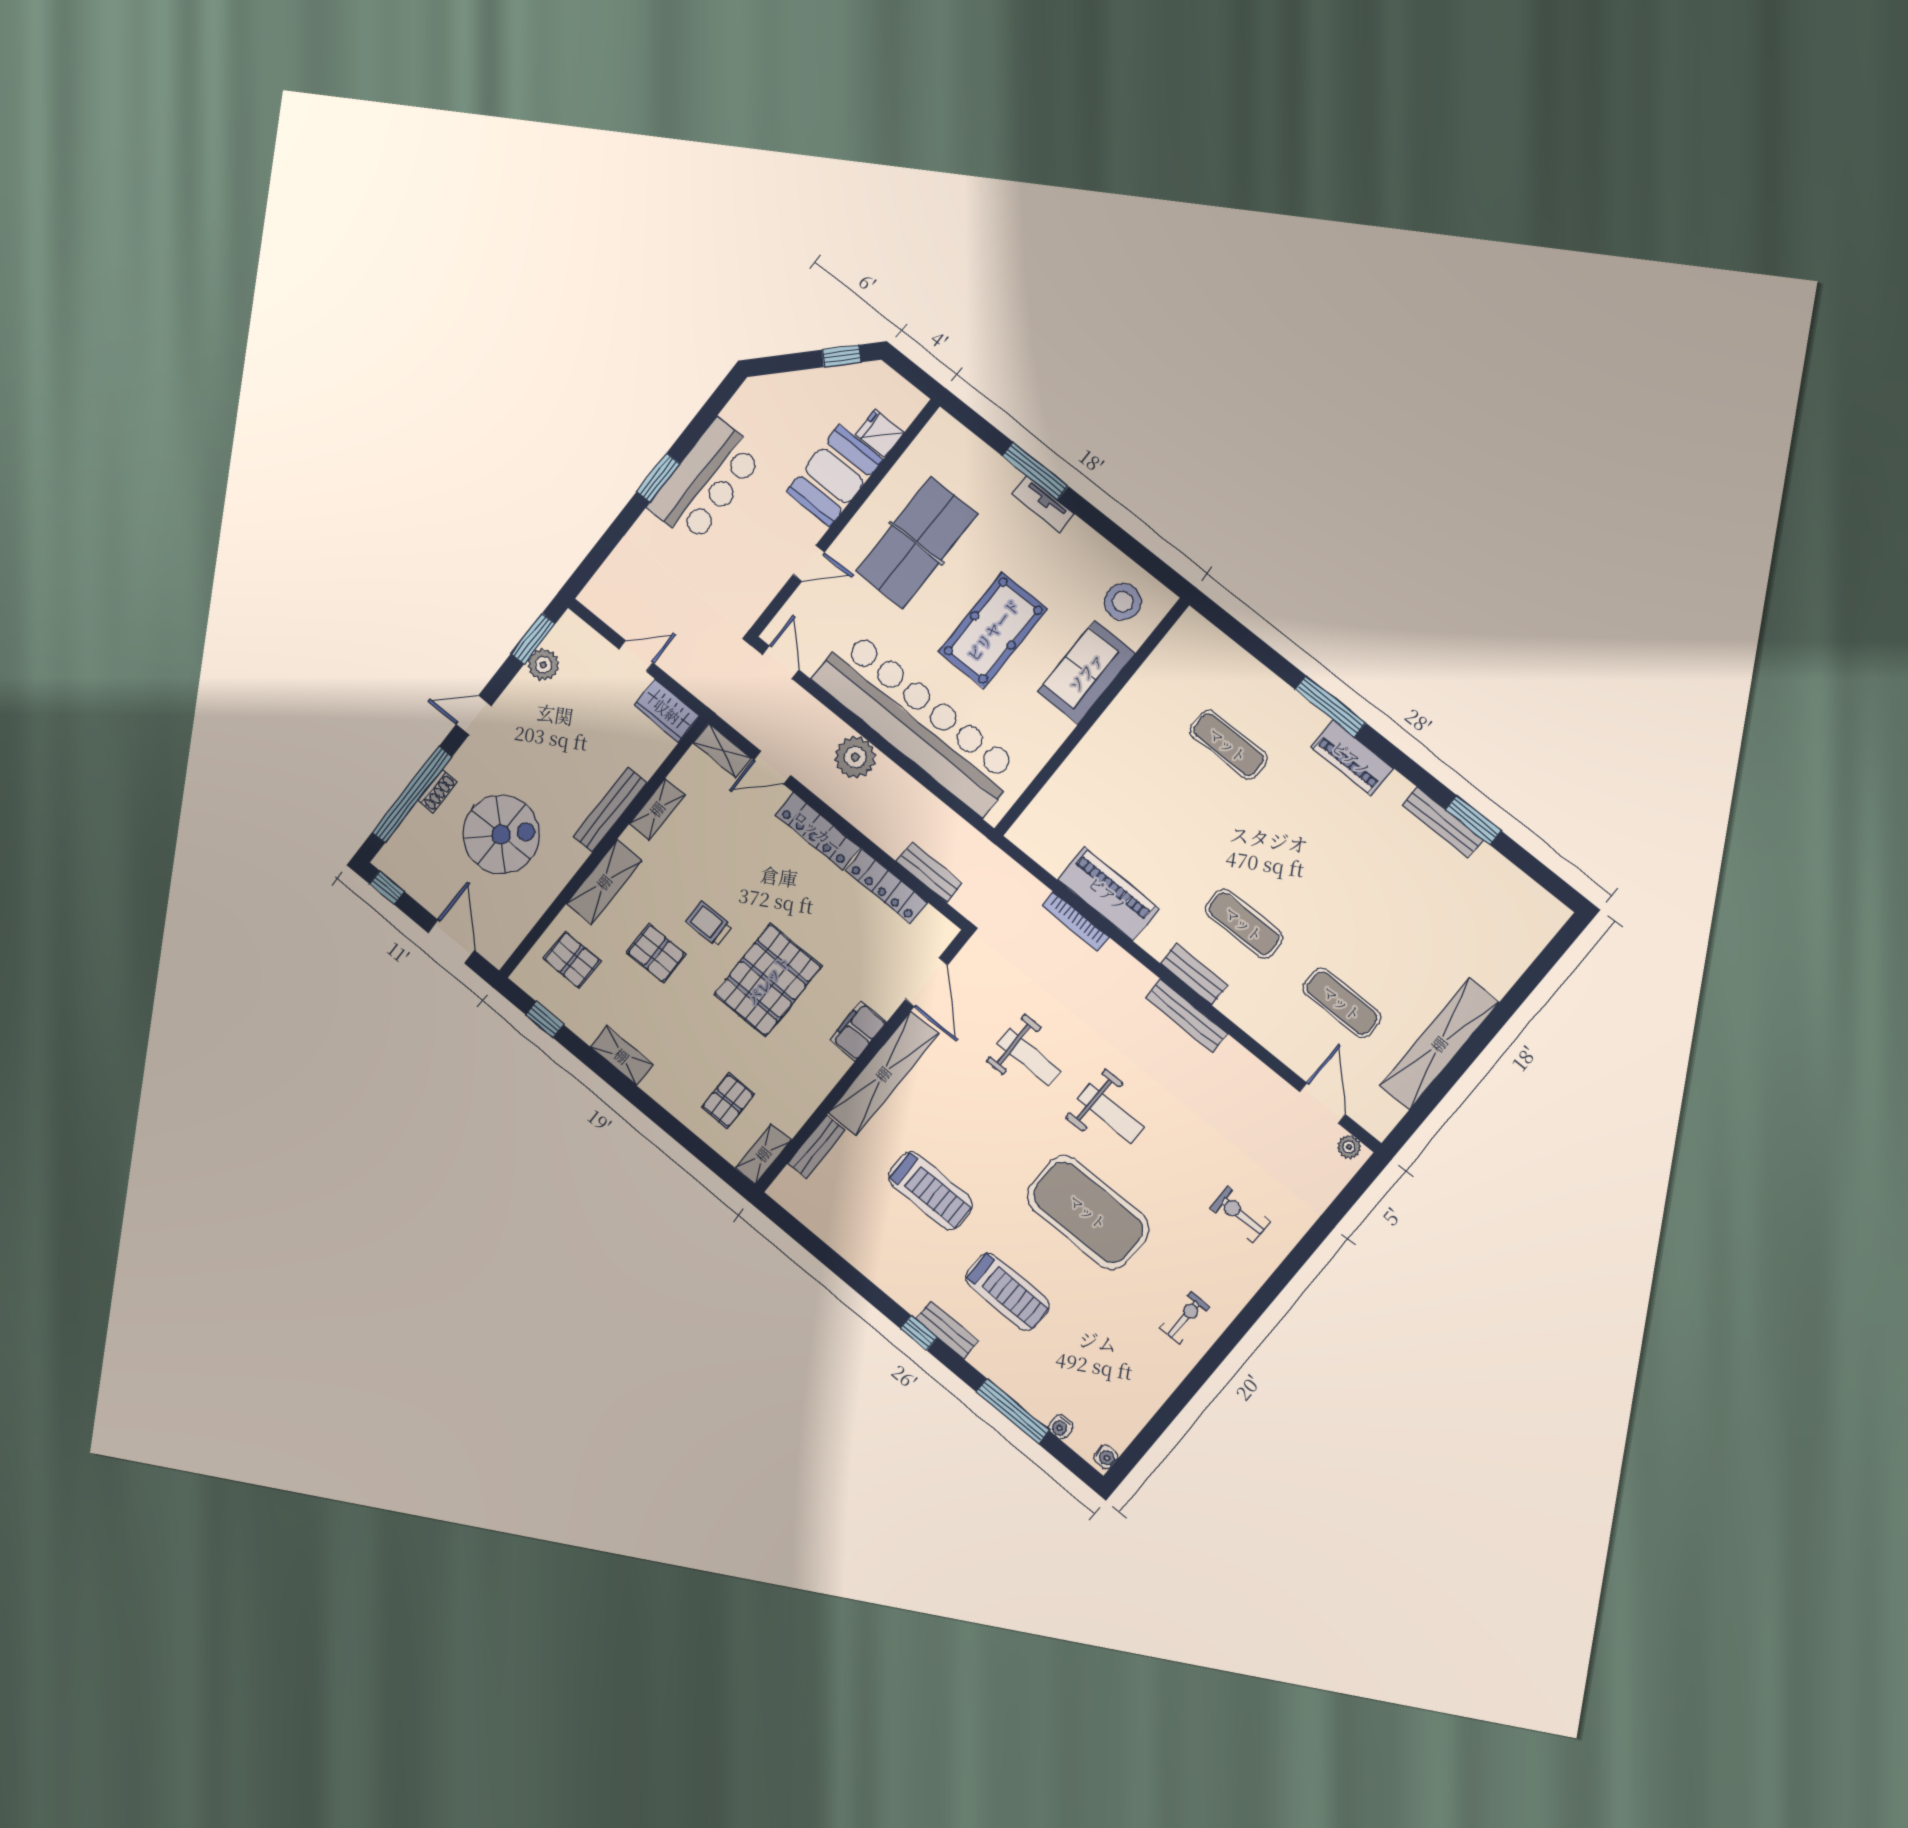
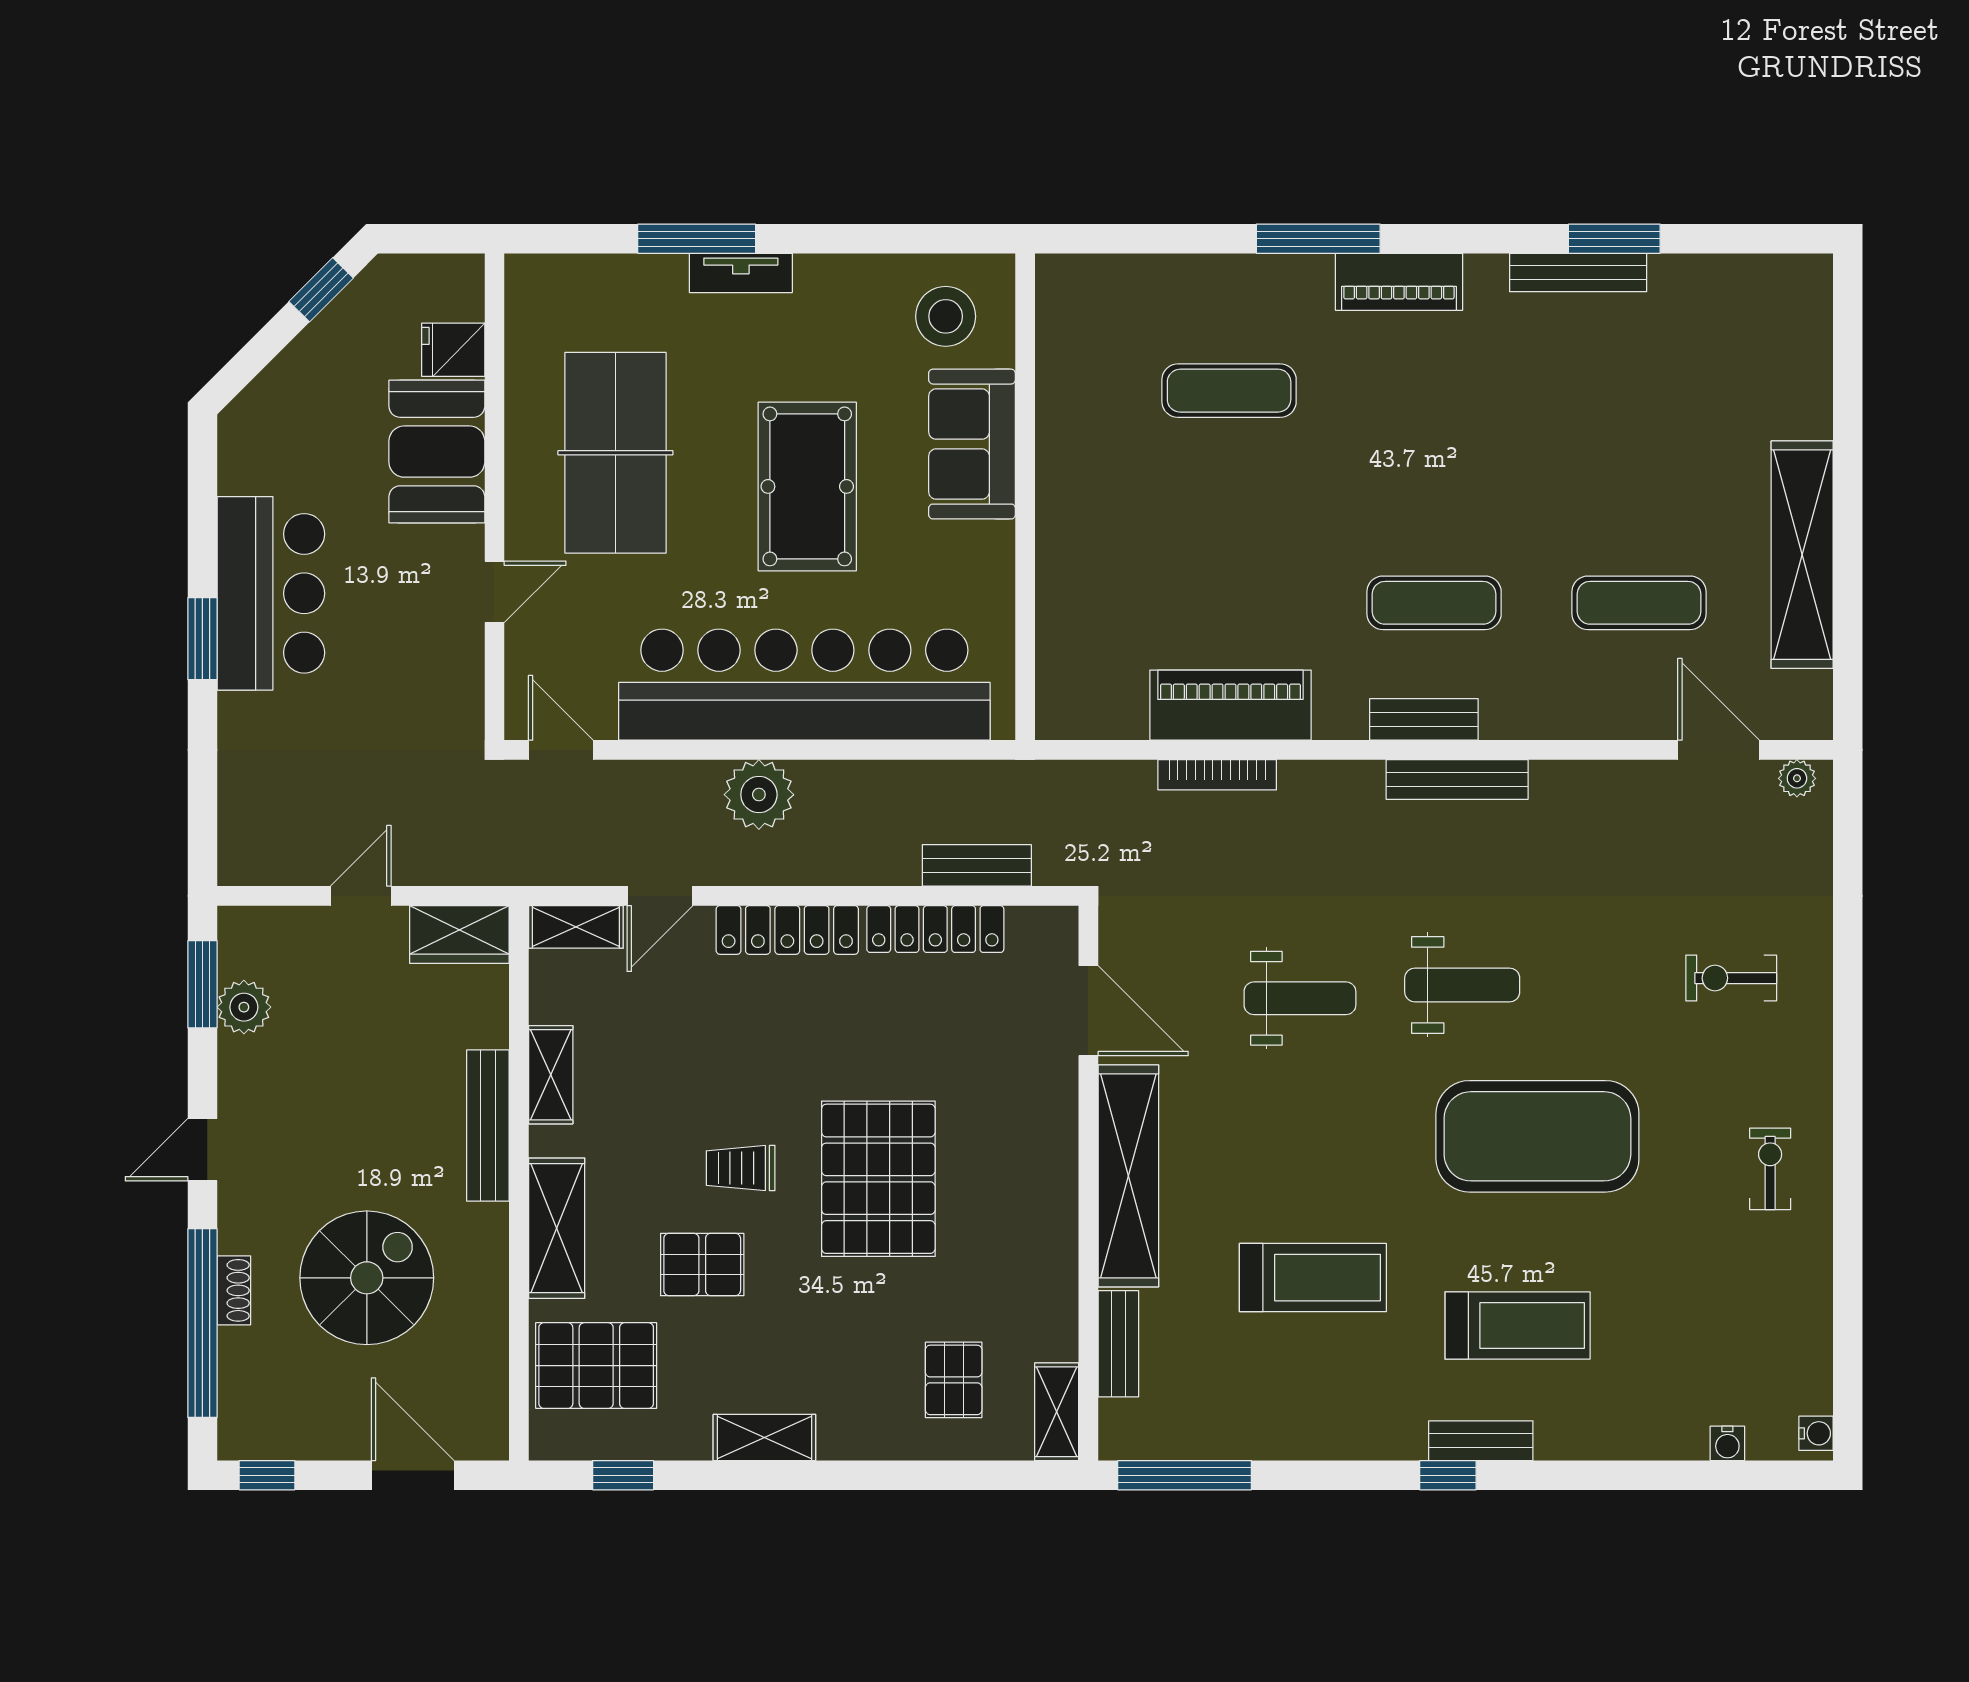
pallet: (572, 960) -> (596, 1366), width x1.50, depth x1.42
filing cabinet: (858, 1031) -> (1051, 1147), removed
window: (1013, 1411) -> (1185, 1475), moved

